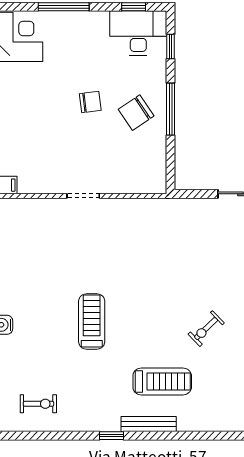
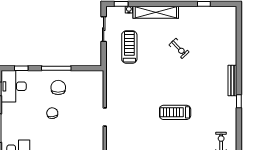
chair: (136, 113) -> (58, 87), turned -146
treadmill: (162, 381) -> (129, 47), moved

